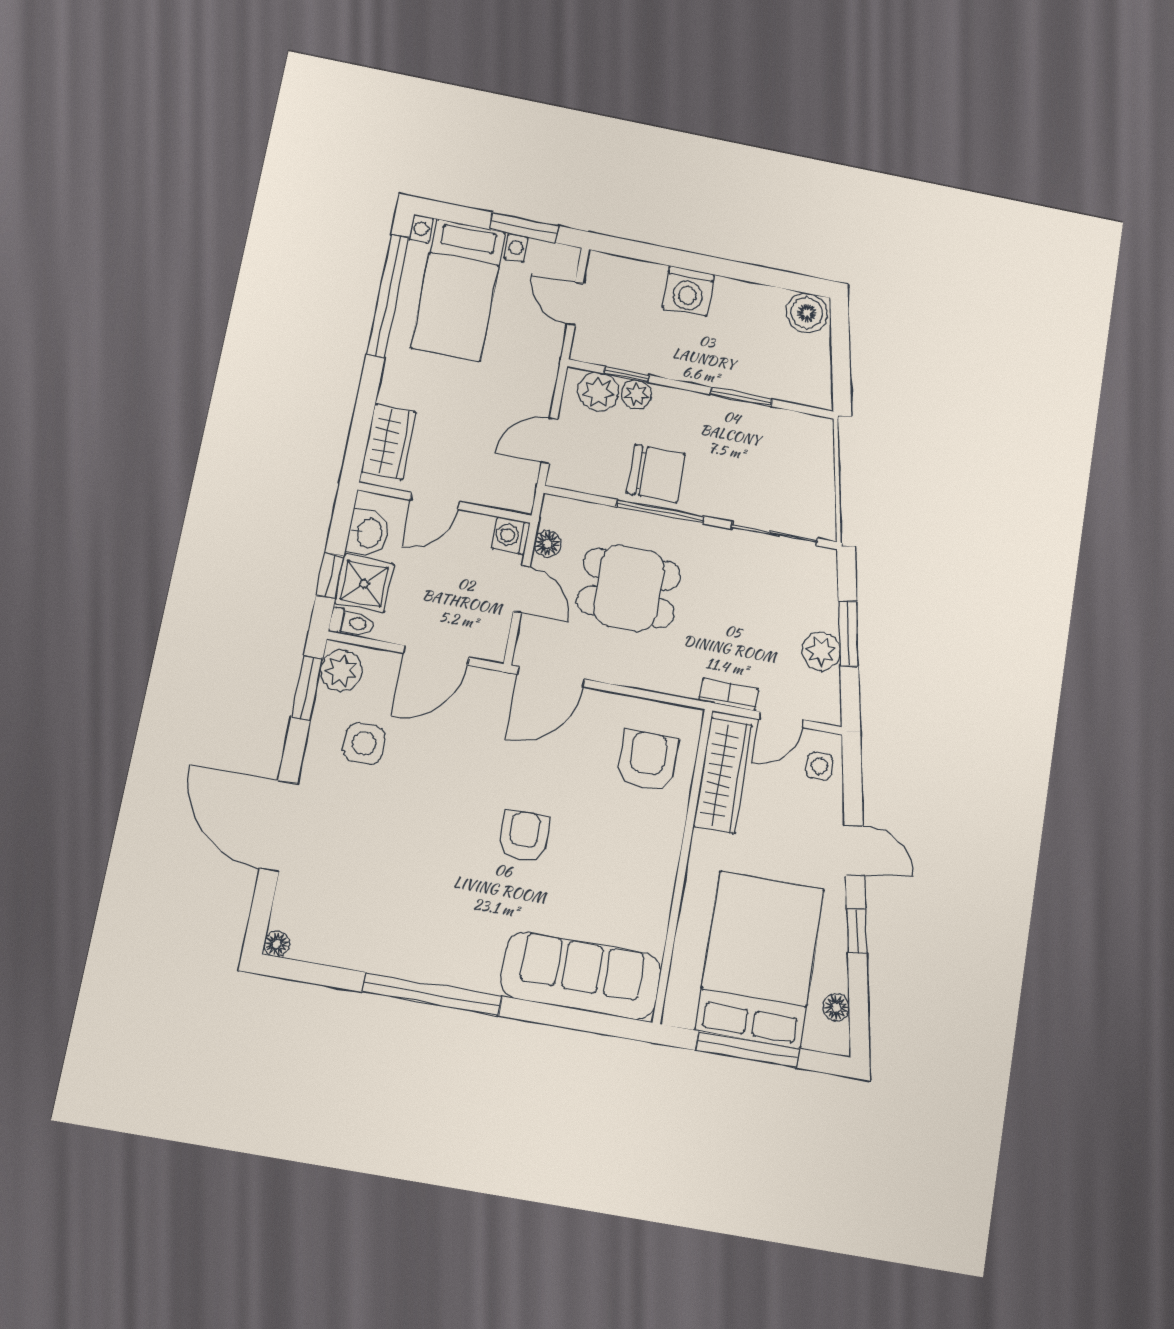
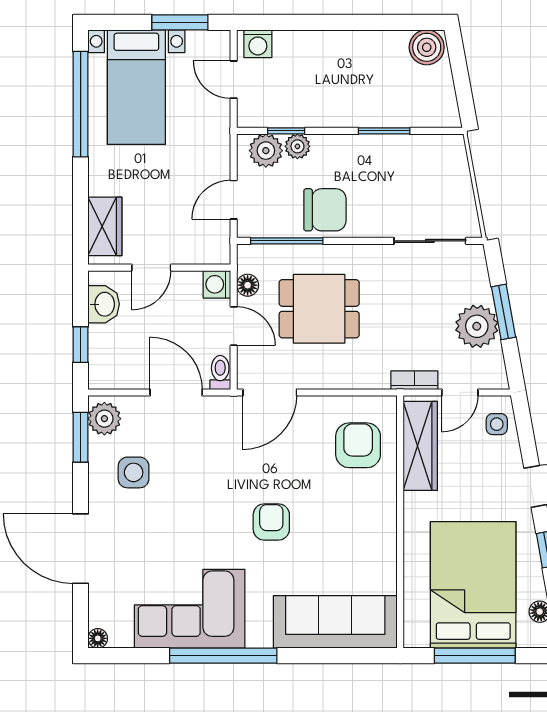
washing machine: (688, 291) -> (258, 44), moved, width x0.73, depth x0.73
window: (660, 512) -> (287, 241), moved
shower: (364, 583) -> (108, 346), removed
toilet: (352, 623) -> (220, 372), moved, turned -90
plant: (821, 651) -> (477, 326), width x1.36, depth x1.36
door: (436, 655) -> (176, 392), swing flipped
corner sofa: (401, 927) -> (190, 609), added

